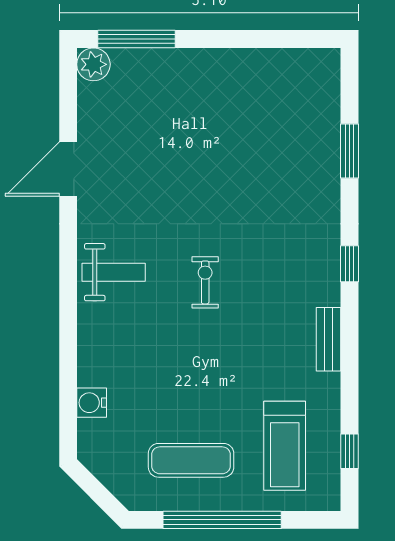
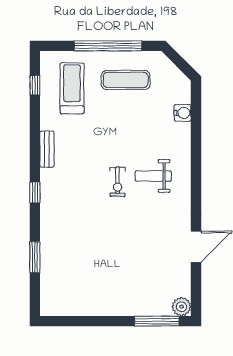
weight bench: (114, 272) -> (153, 176), moved

